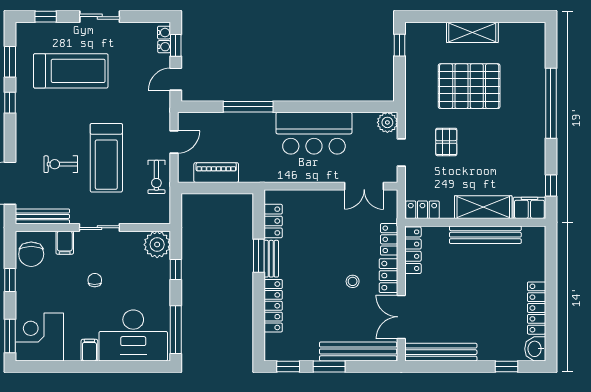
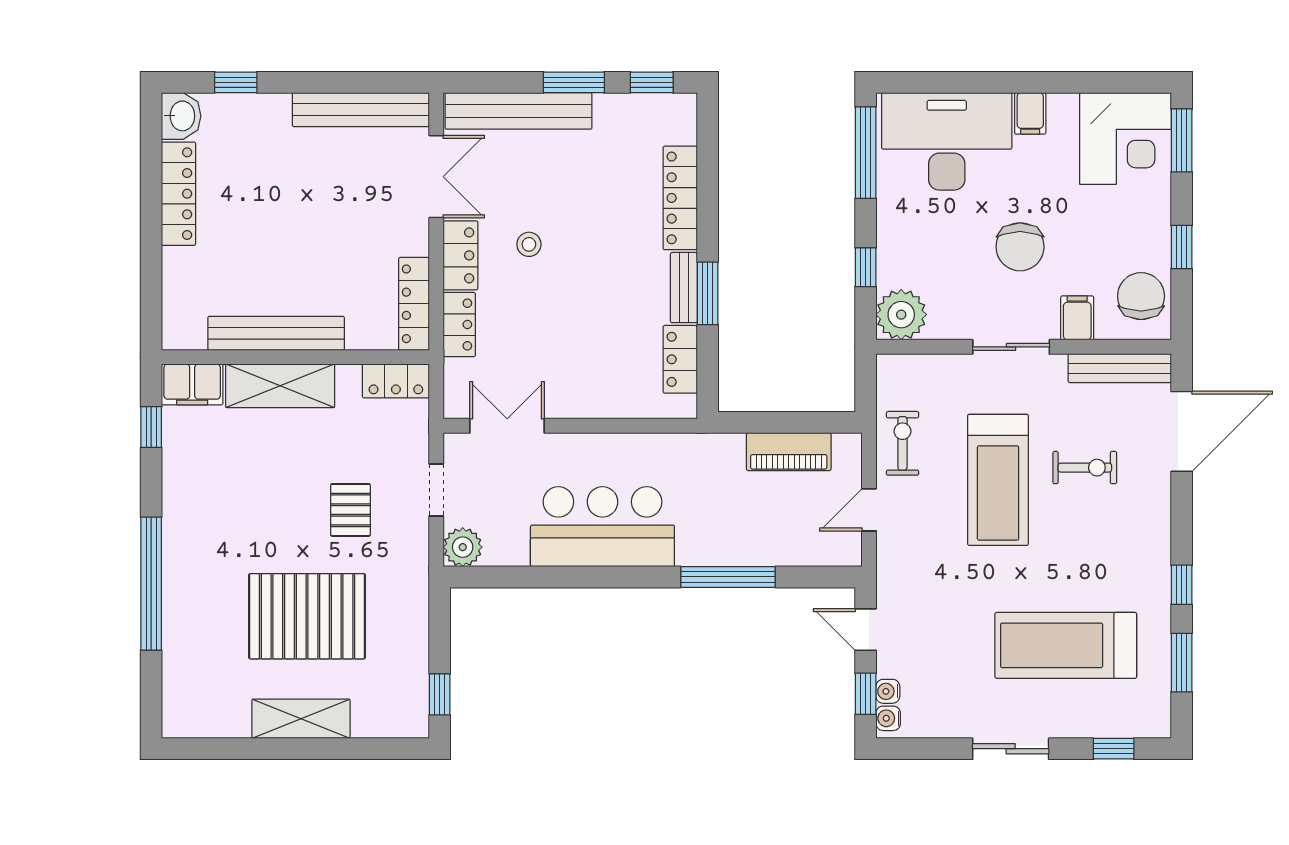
door: (176, 79) -> (866, 630), swing flipped
treadmill: (106, 158) -> (998, 480), turned 180
chair: (95, 280) -> (1020, 247), width x1.87, depth x1.87

